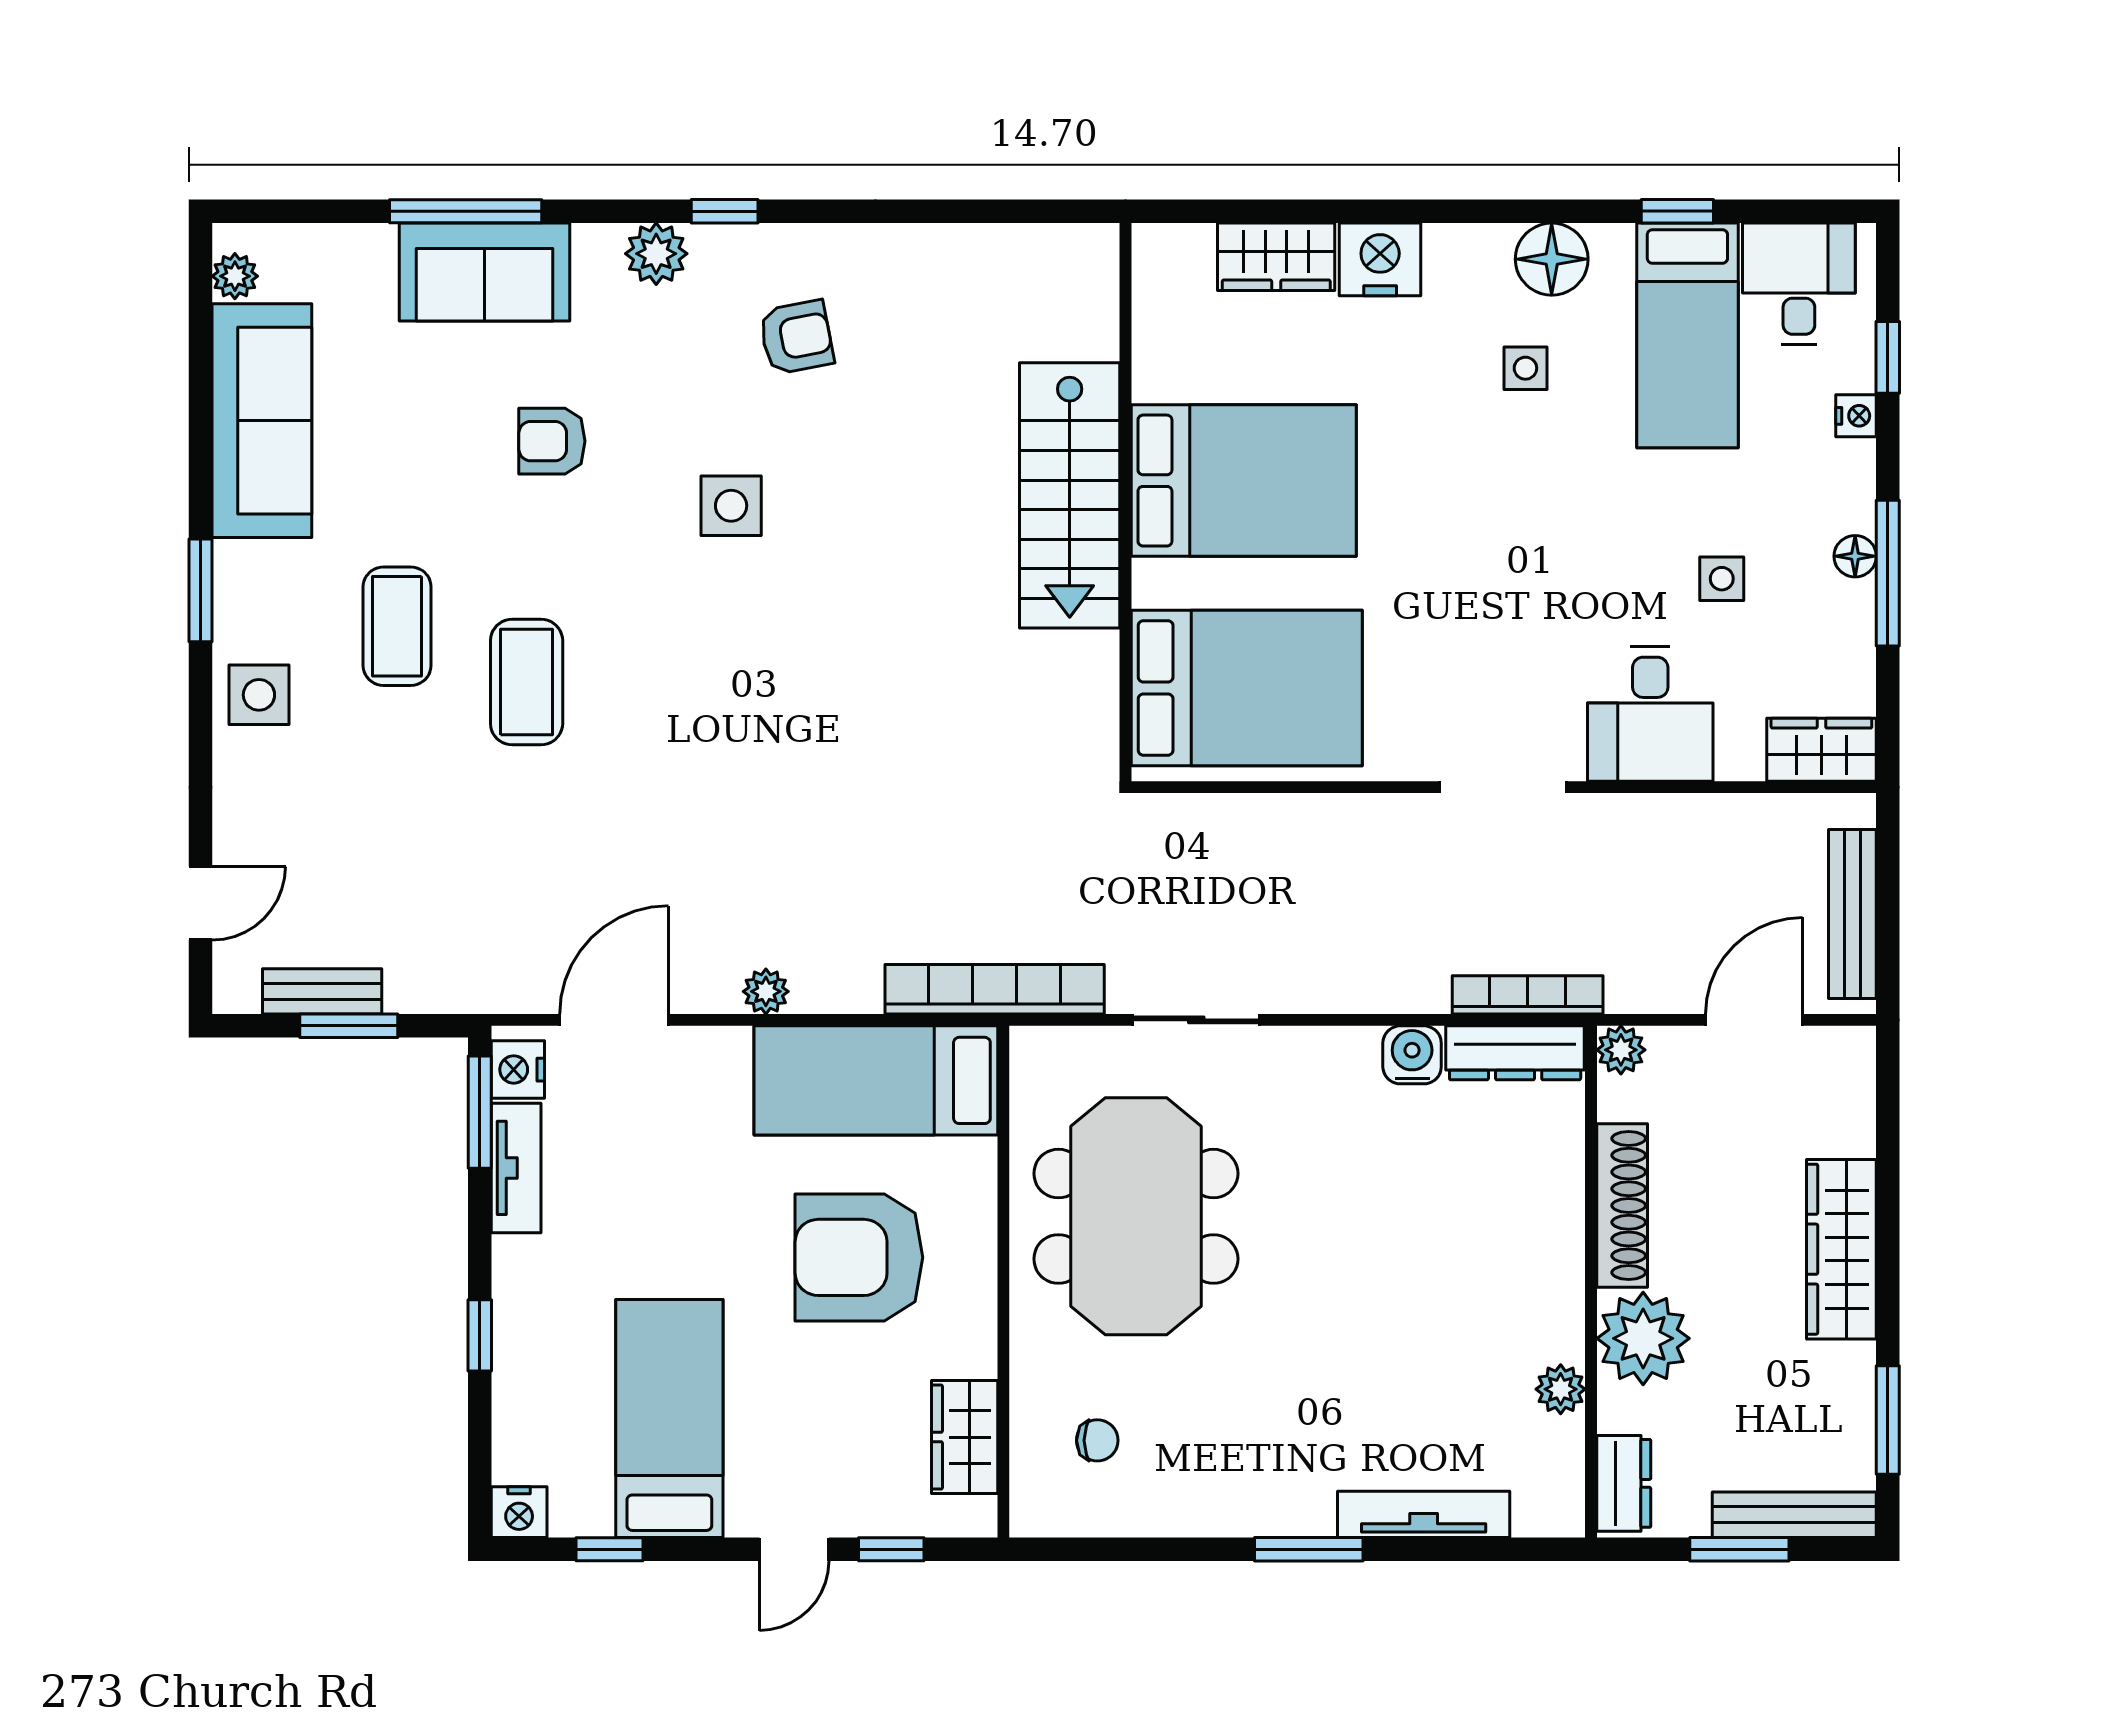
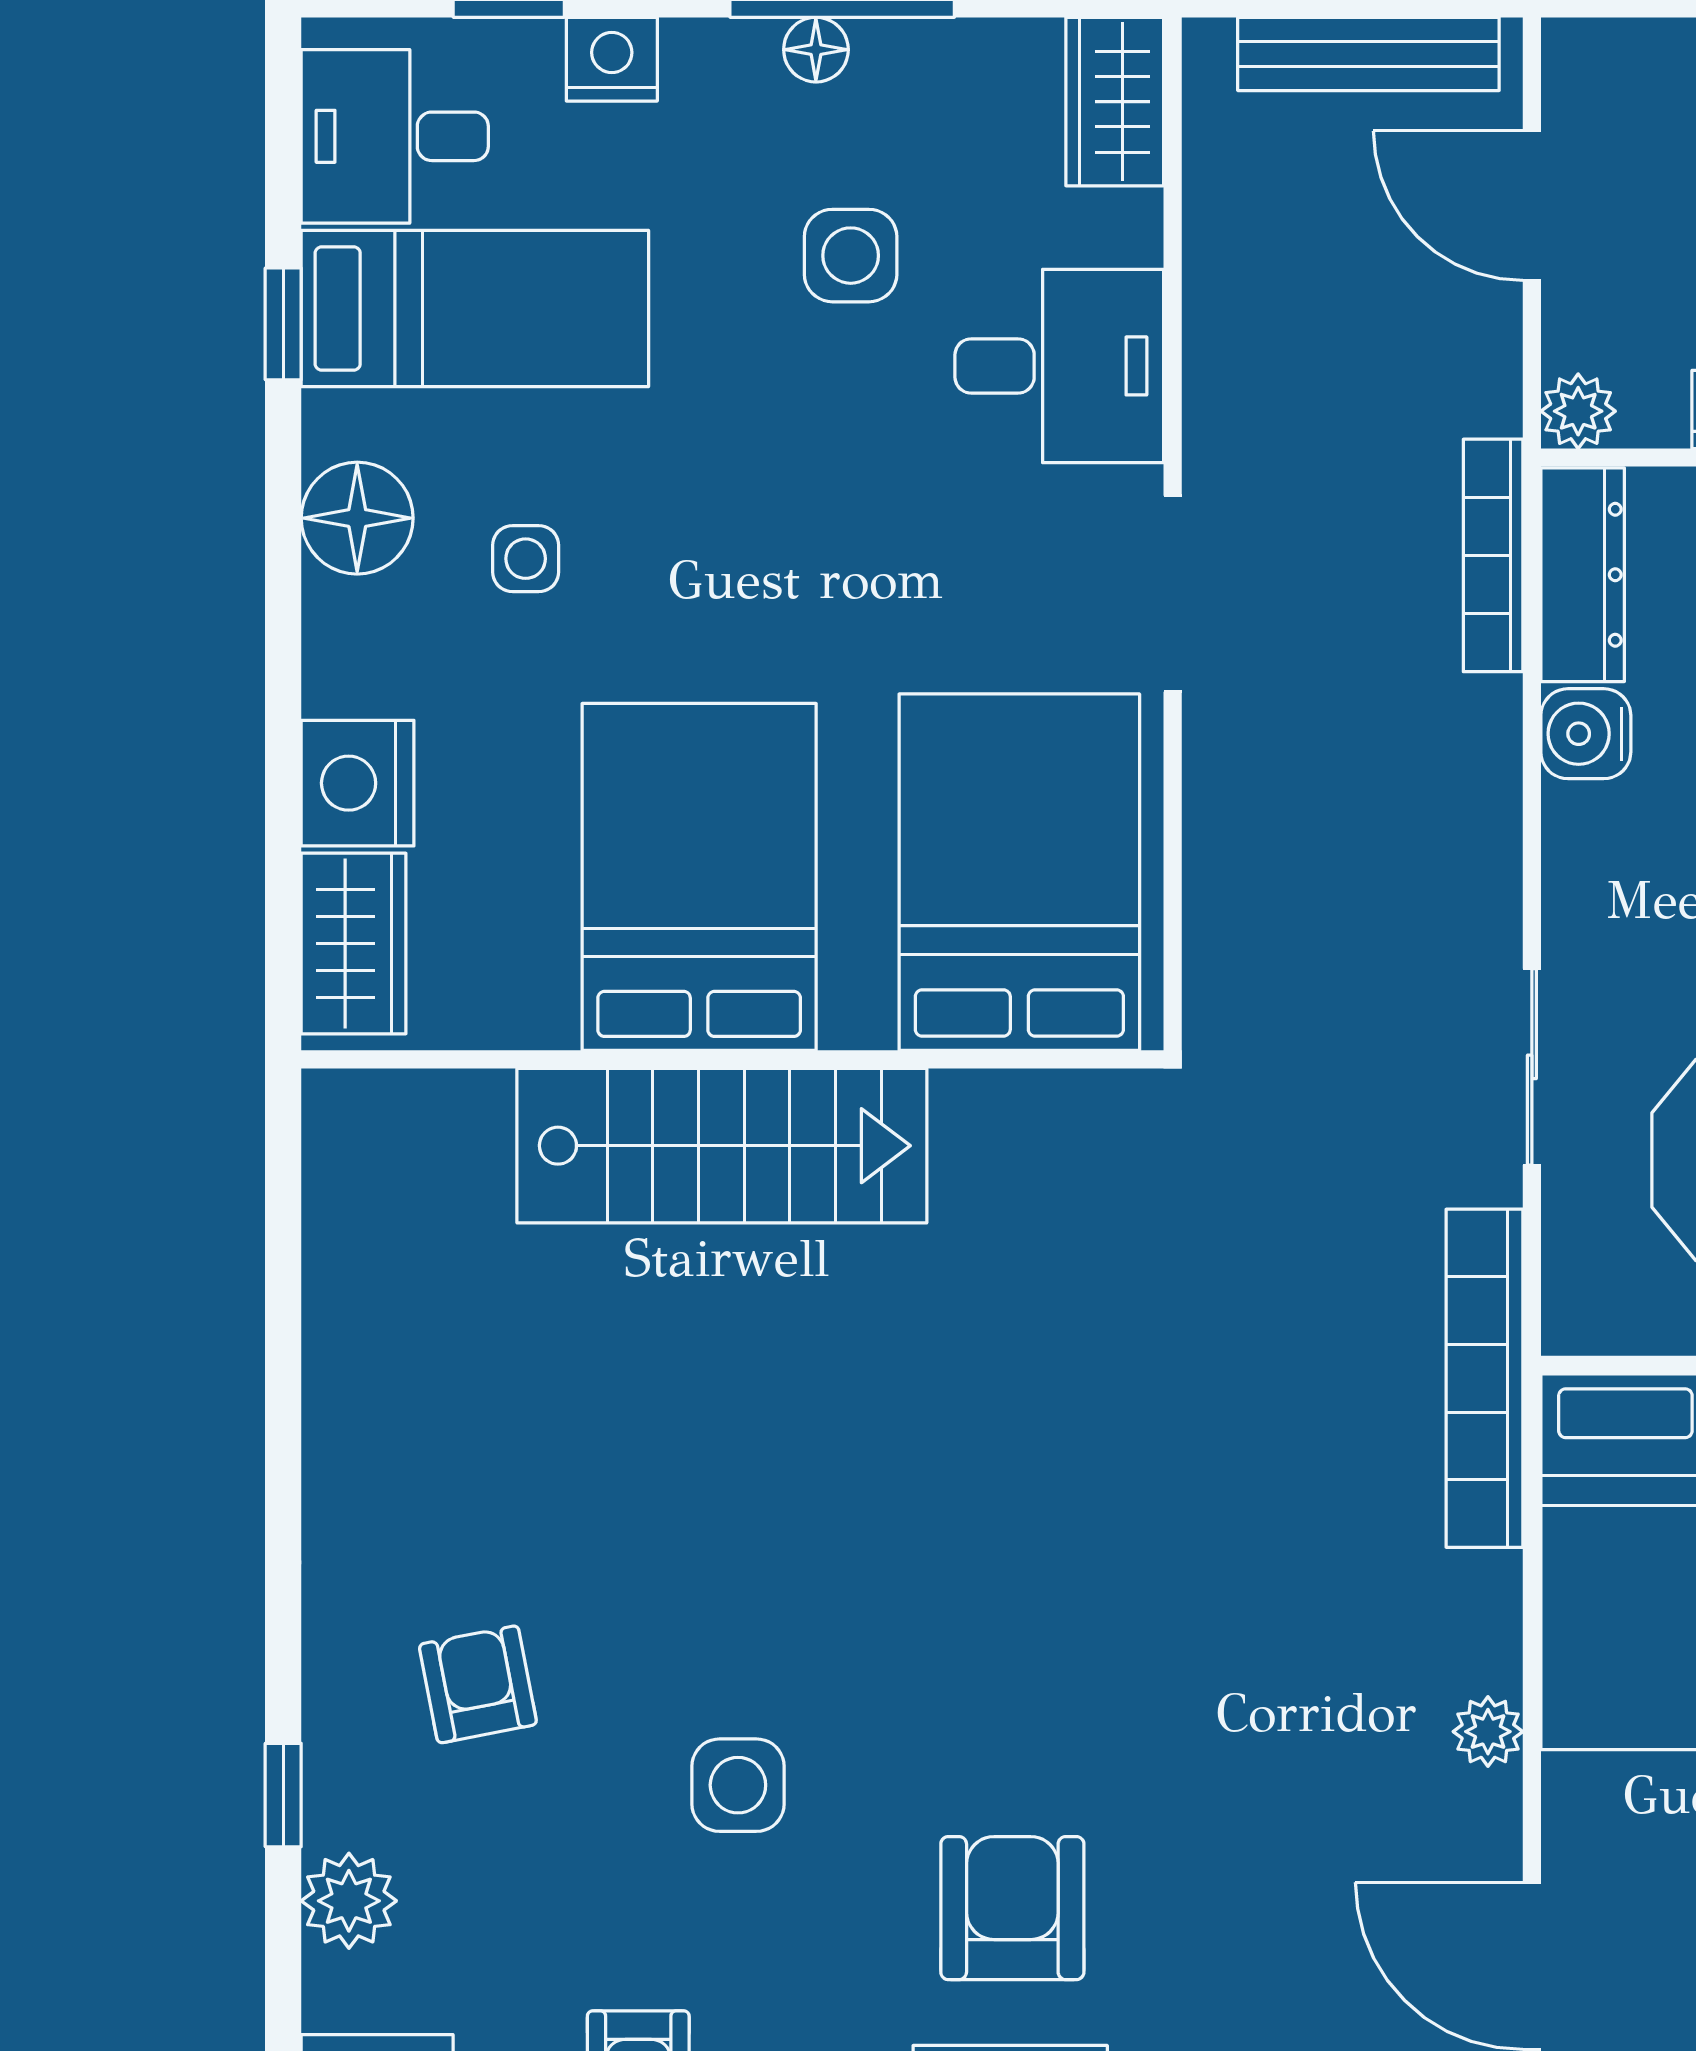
nightstand: (1856, 416) -> (612, 59), width x1.39, depth x1.35
bed: (1244, 481) -> (699, 877), moved
stairs: (1070, 495) -> (722, 1146), moved
wall: (1126, 502) -> (732, 1059), moved
side table: (1722, 579) -> (851, 256), width x1.37, depth x1.37
armchair: (651, 683) -> (1012, 1908), added
bed: (1247, 688) -> (1019, 872), moved

